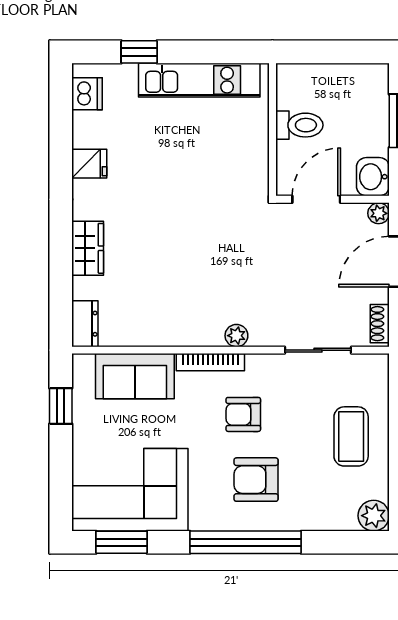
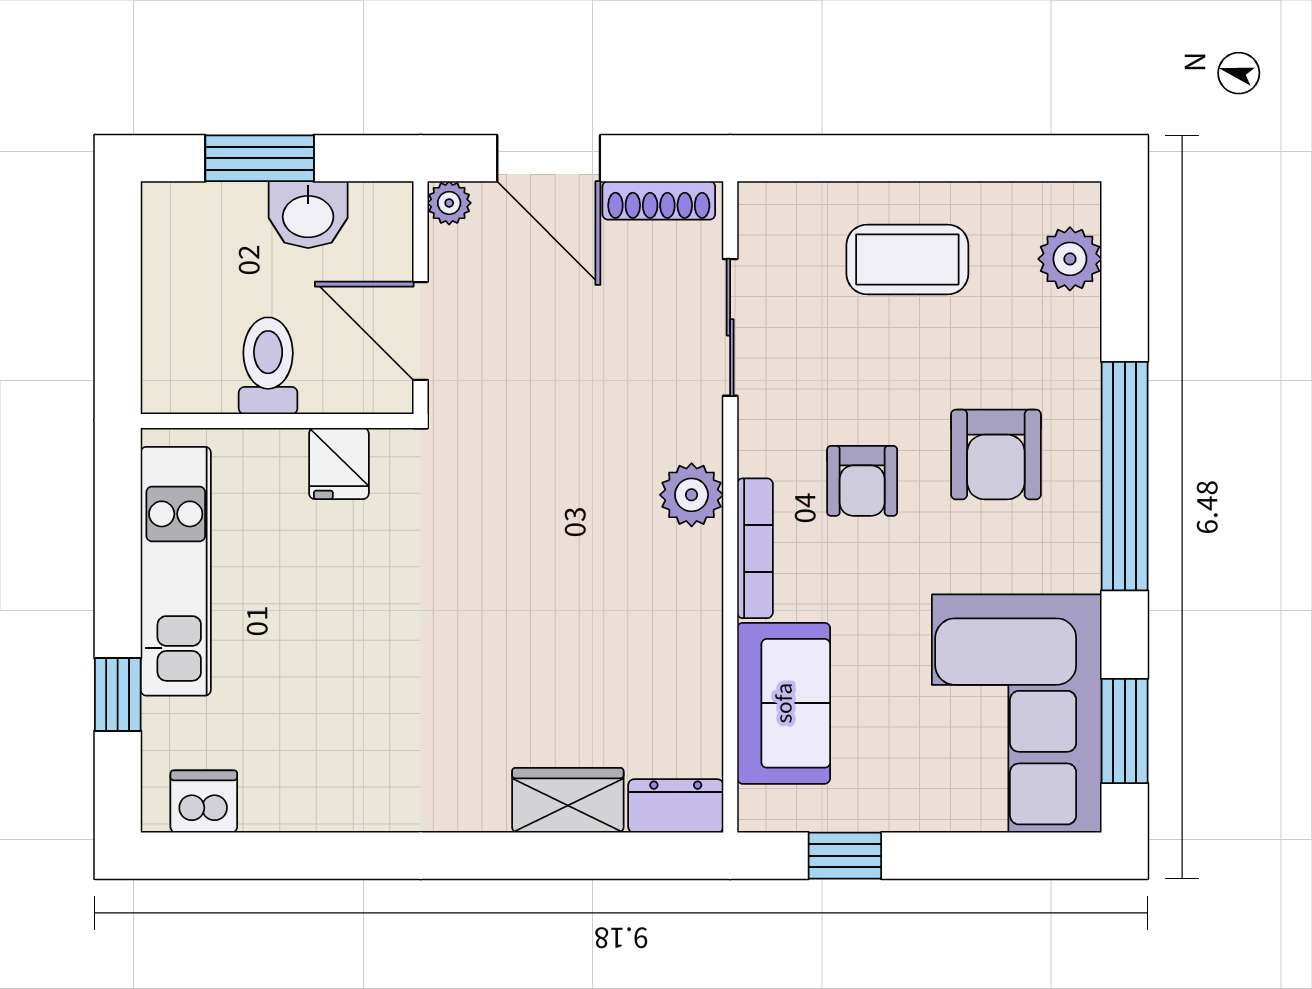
fridge: (89, 164) -> (339, 463), moved, turned 180
washbasin: (373, 177) -> (308, 215), moved
wardrobe: (88, 248) -> (568, 800), moved
shoe rack: (380, 324) -> (659, 200), width x1.43
plant: (236, 336) -> (692, 495), width x1.38, depth x1.38
plant: (374, 516) -> (1070, 259), moved

